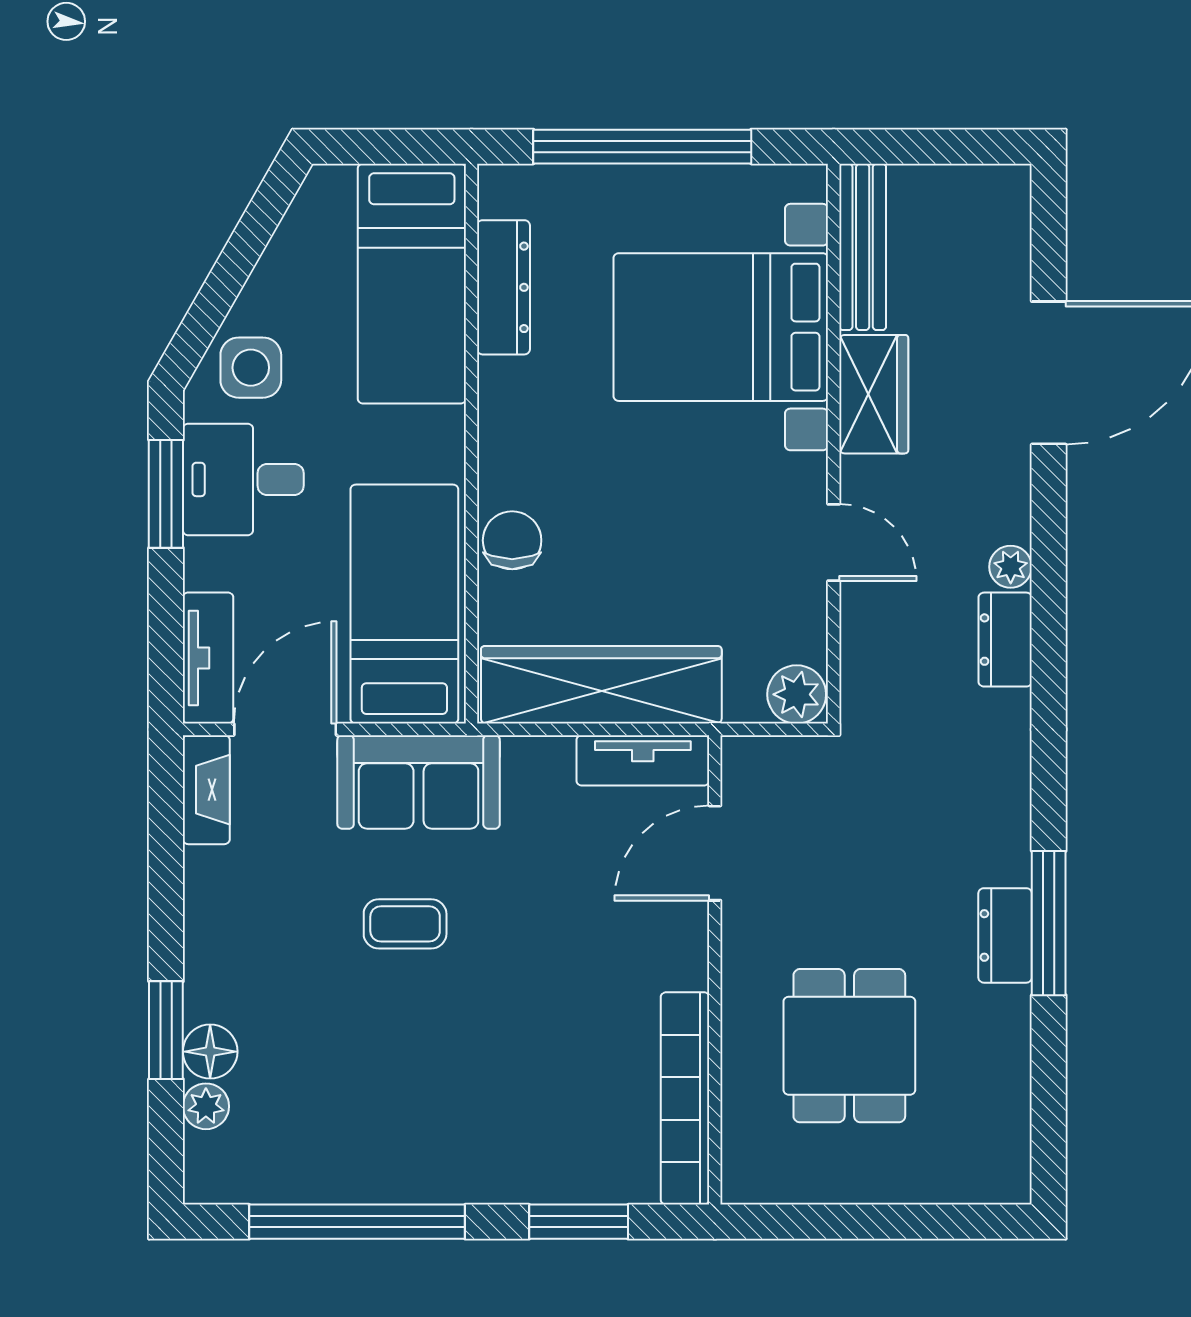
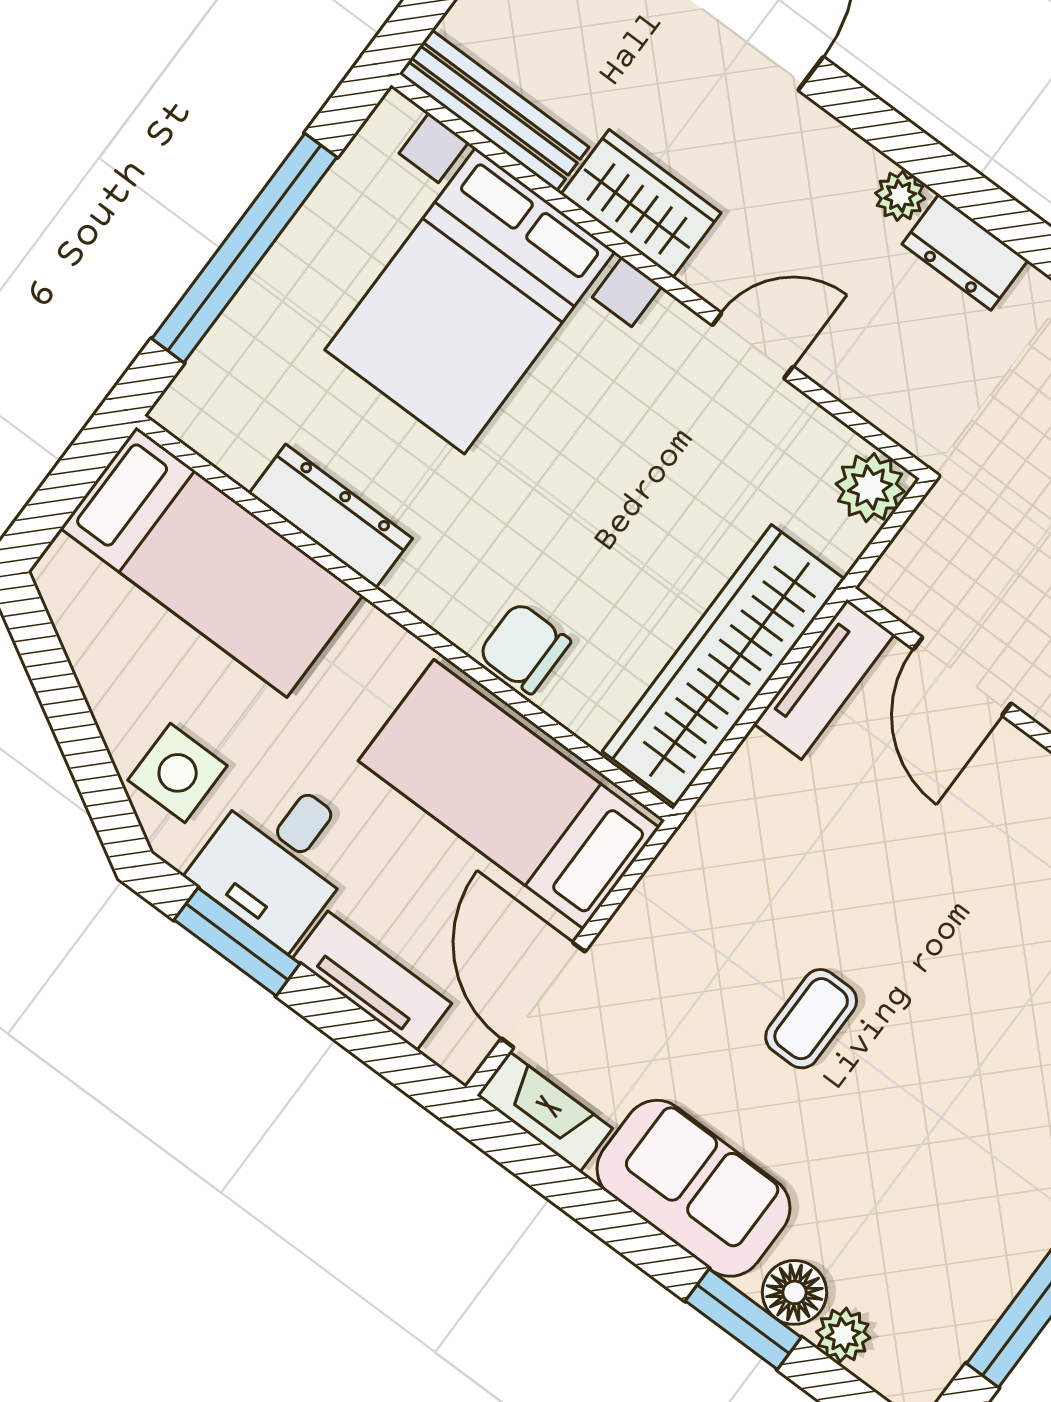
dresser: (503, 287) -> (331, 516), moved
tv unit: (208, 658) -> (372, 981), moved
sofa: (419, 782) -> (694, 1188), moved, turned -90

